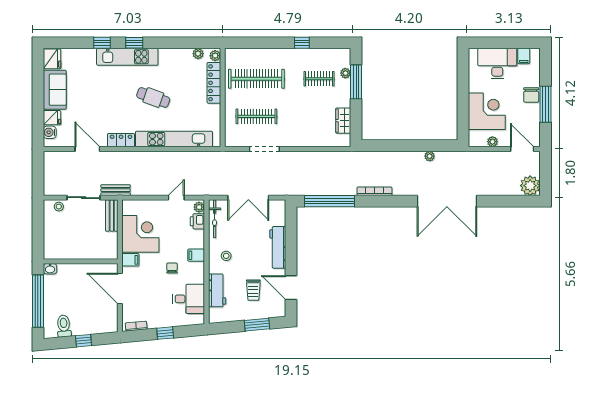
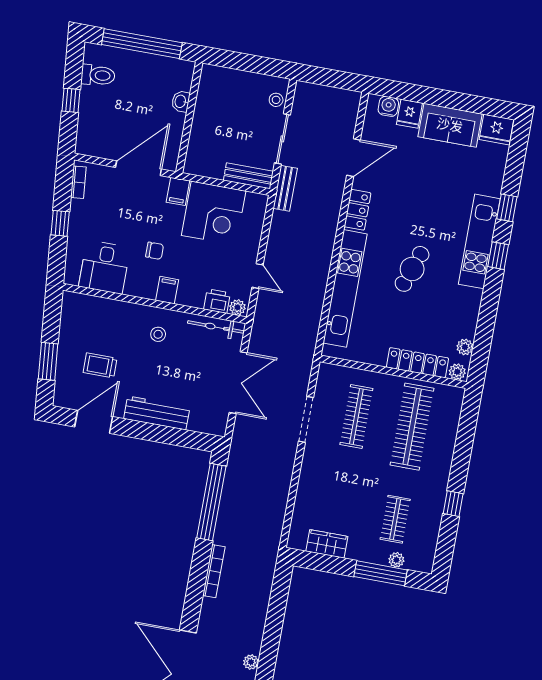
double door: (248, 198) -> (238, 383), swing flipped
washbasin: (50, 269) -> (181, 101), moved
workbench: (217, 290) -> (109, 312), removed

